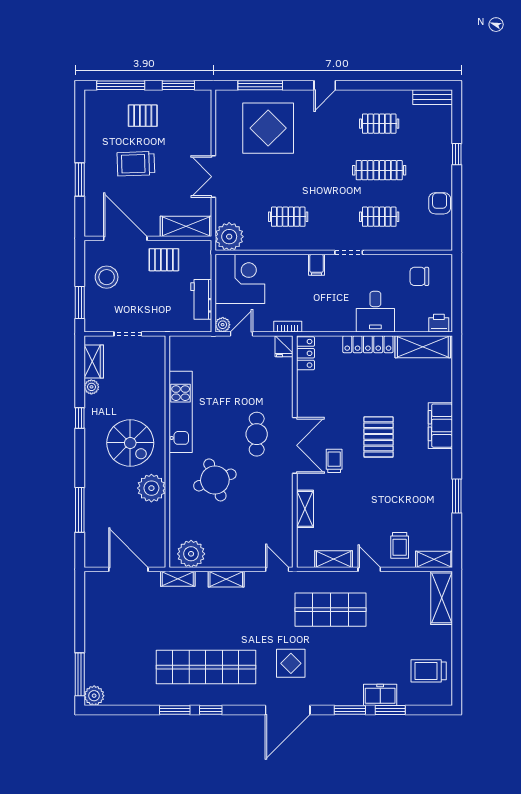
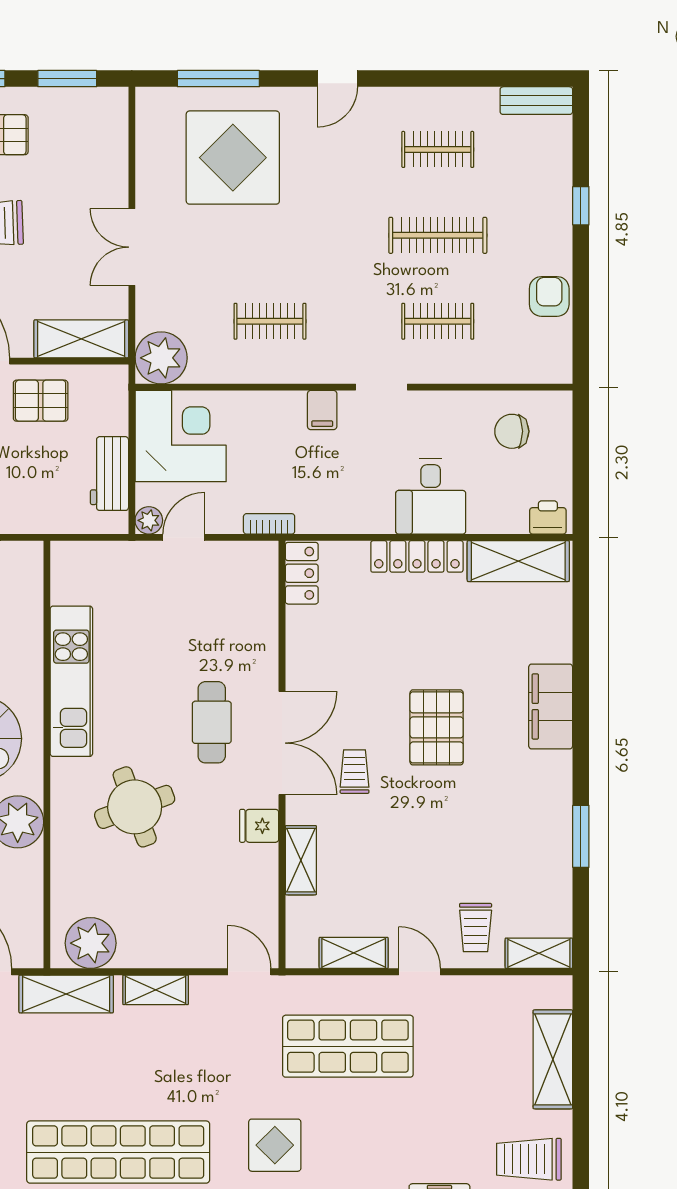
fridge: (284, 346) -> (259, 826), moved, turned 90
shelving: (178, 579) -> (66, 994), width x1.50, depth x1.33
shelving: (442, 598) -> (553, 1059), moved

